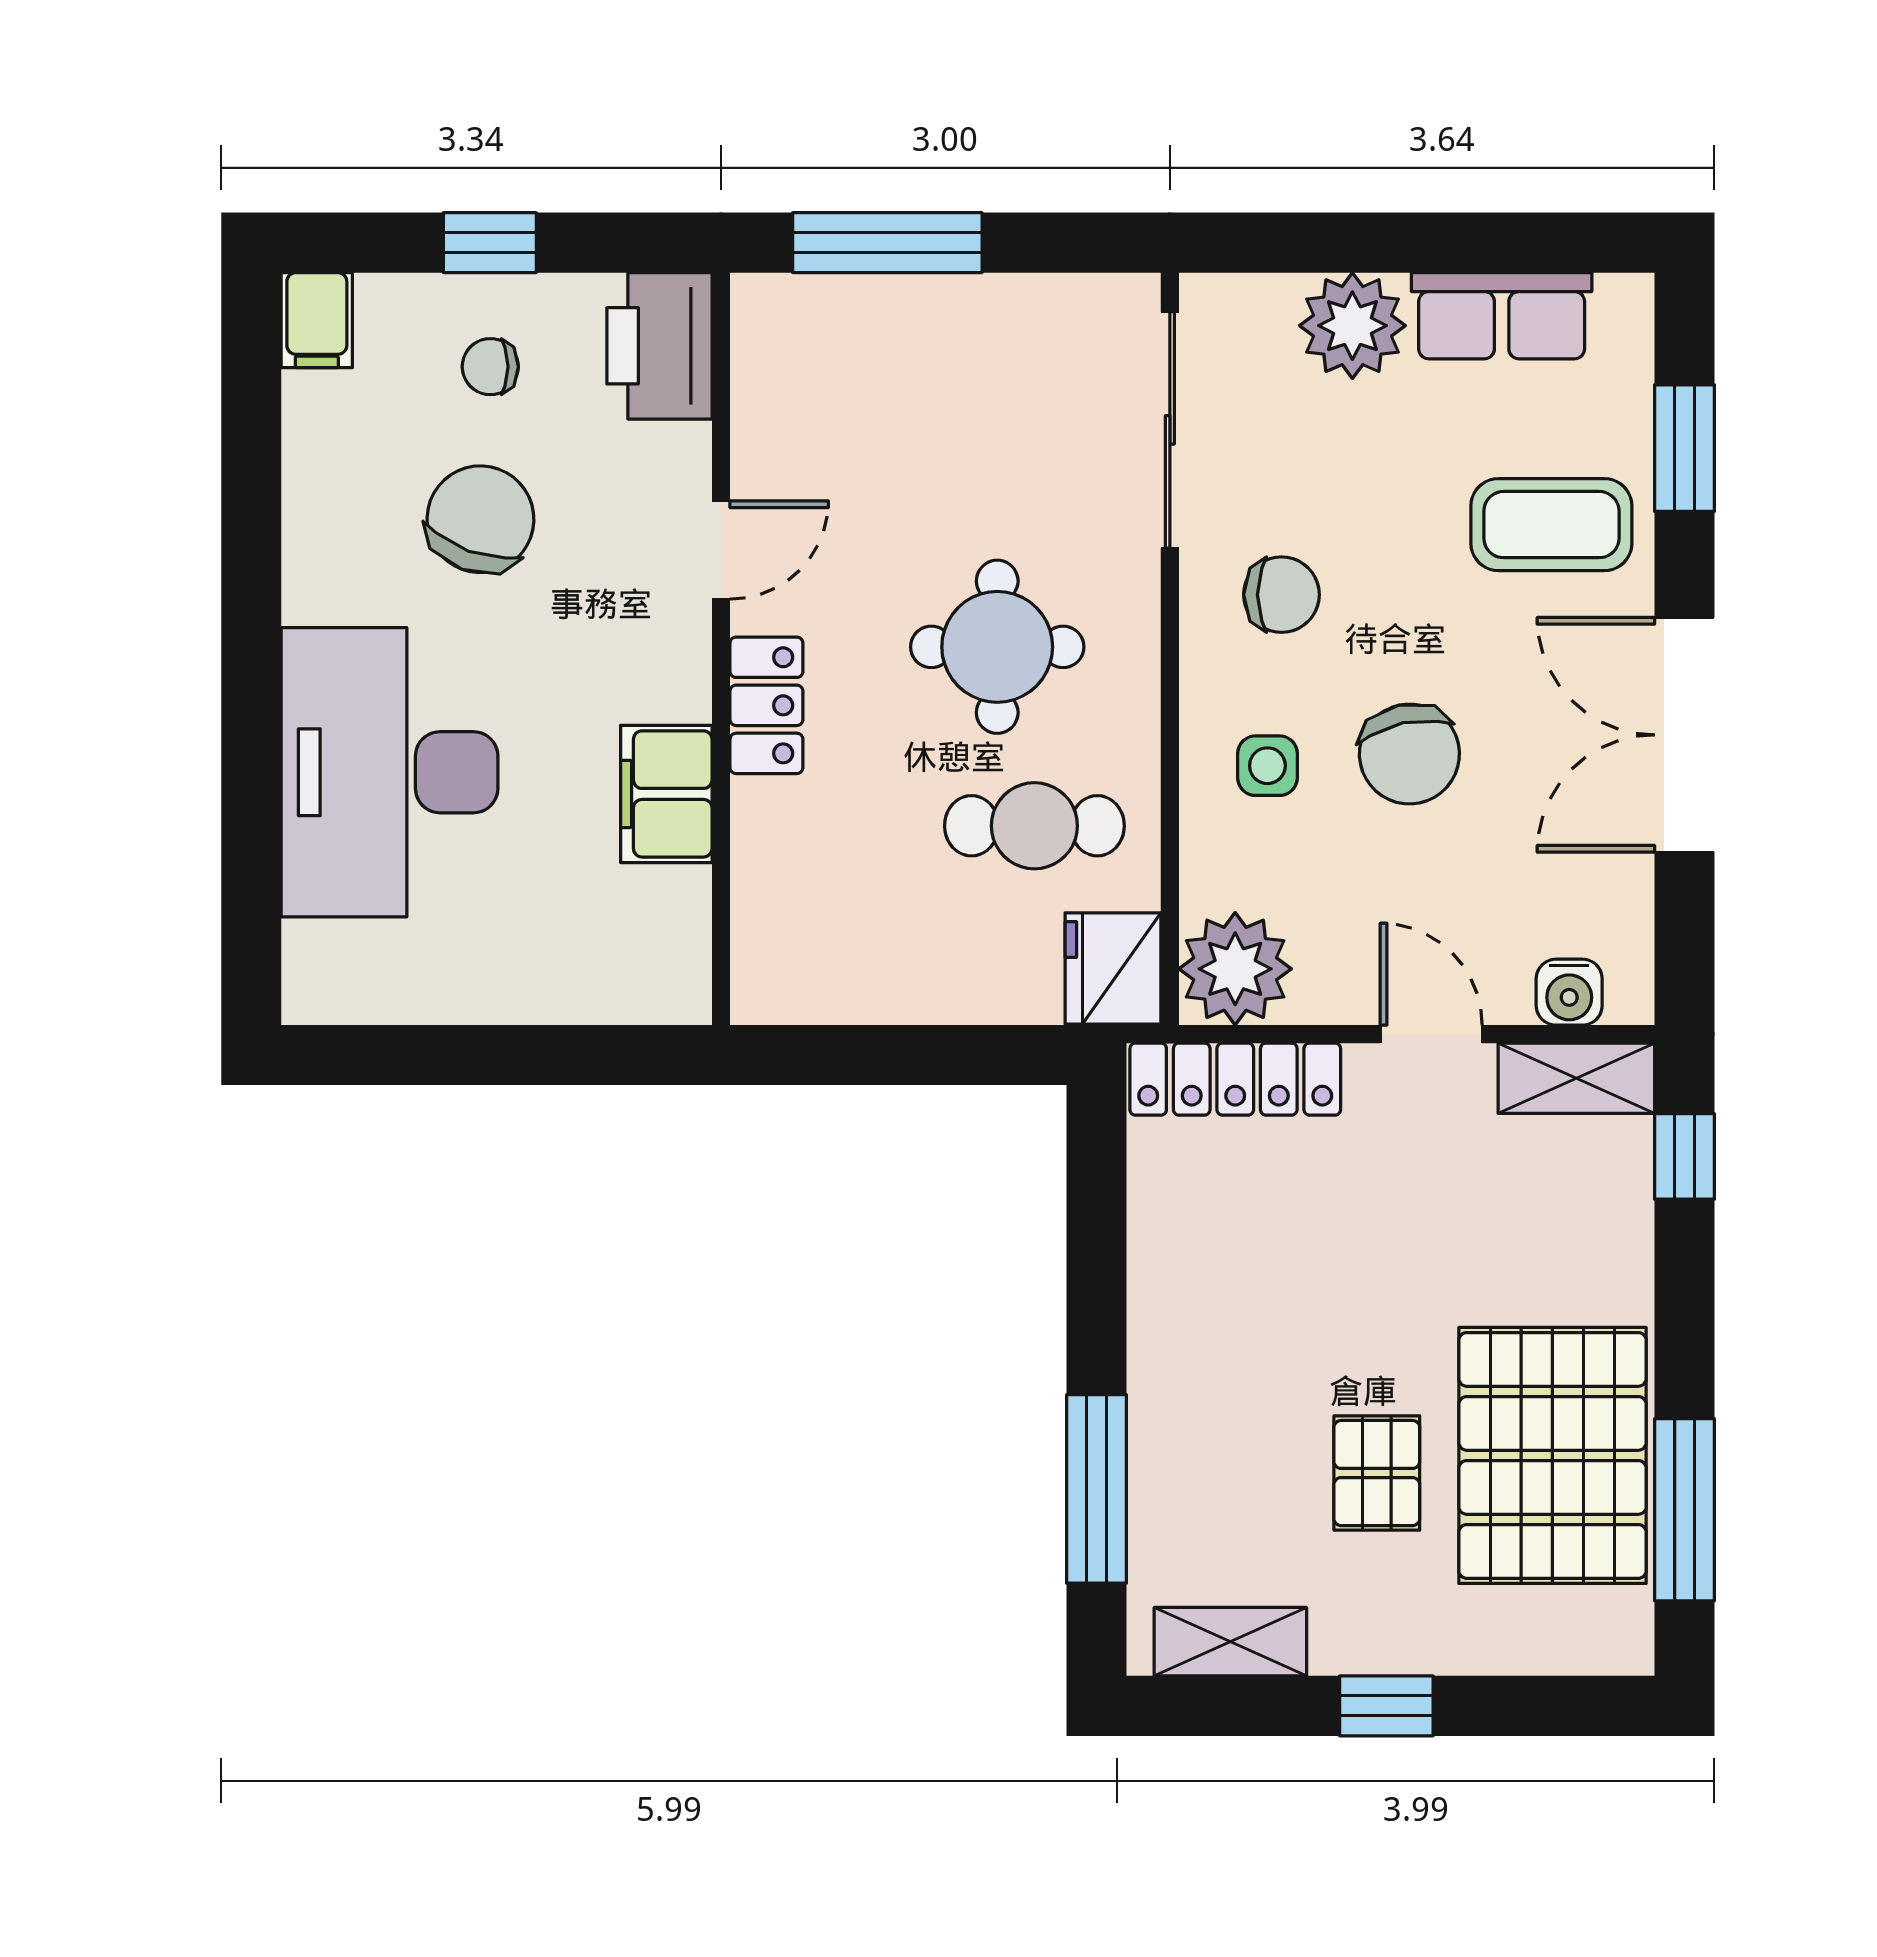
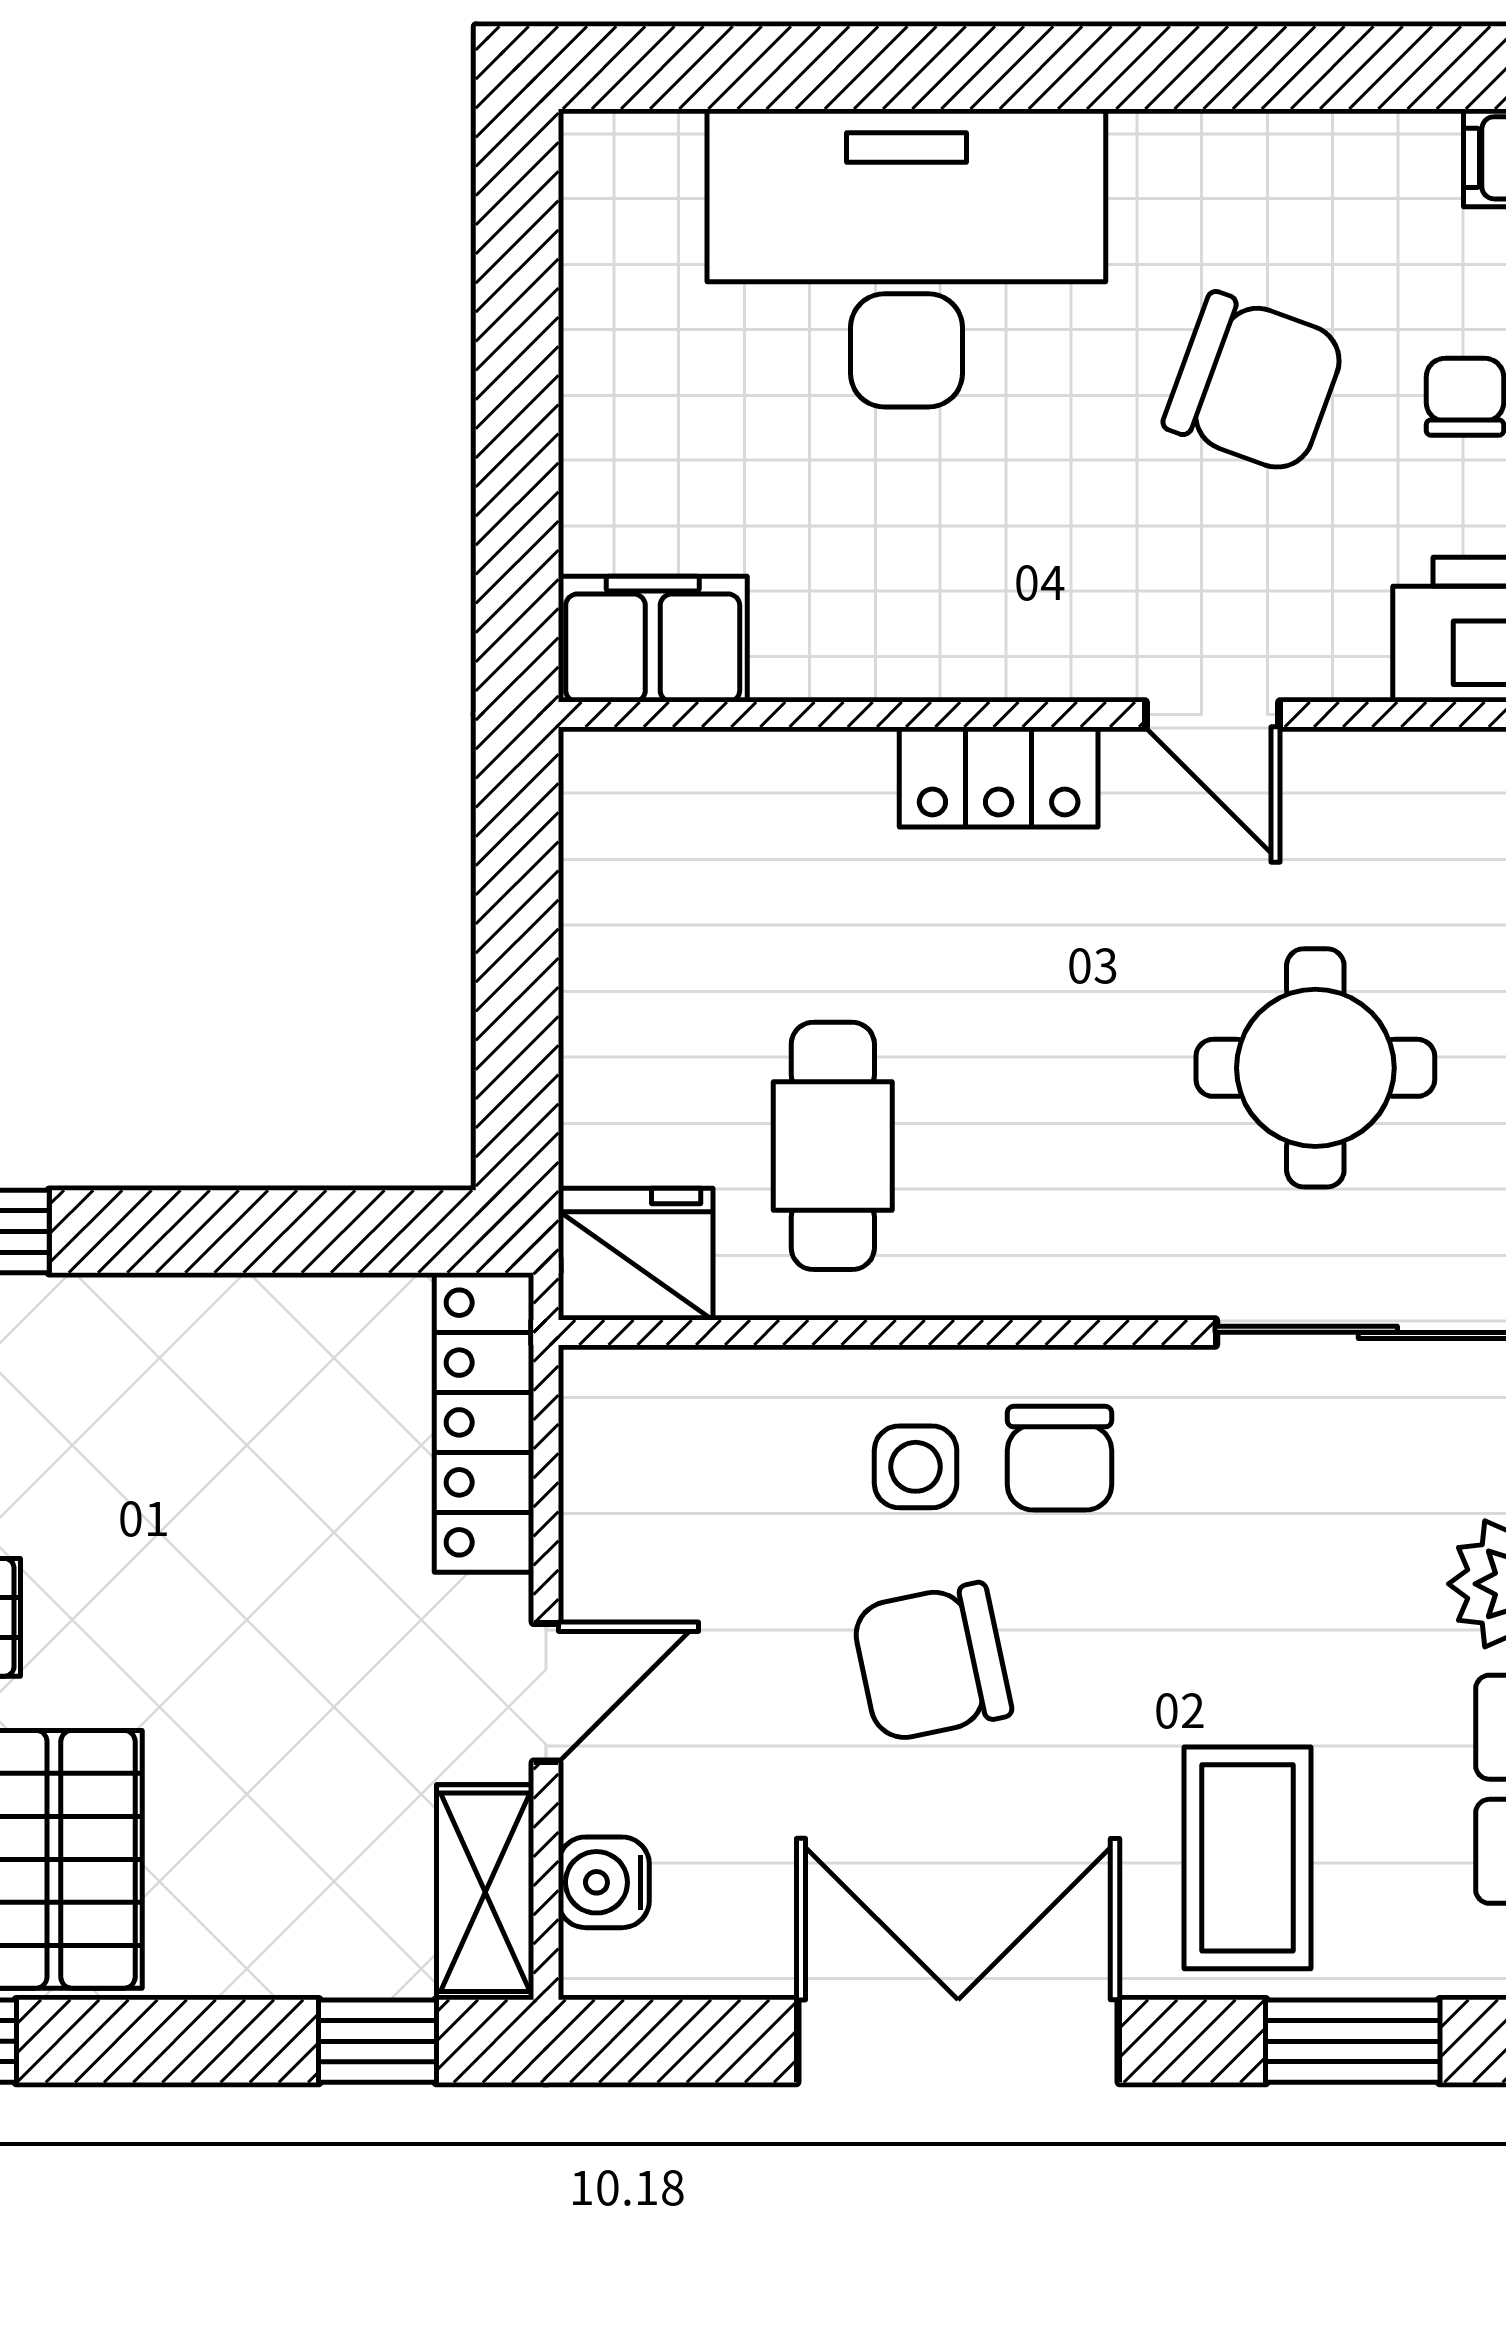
chair: (1282, 595) -> (1060, 1458), moved
round table: (997, 647) -> (1315, 1068), moved
filing cabinet: (666, 794) -> (653, 639), moved
plant: (1235, 969) -> (636, 1422), removed

